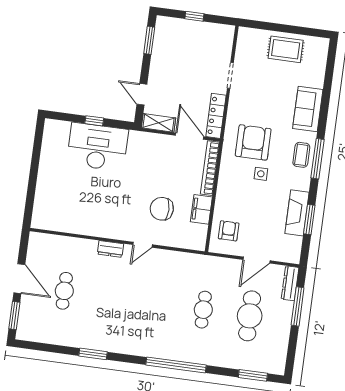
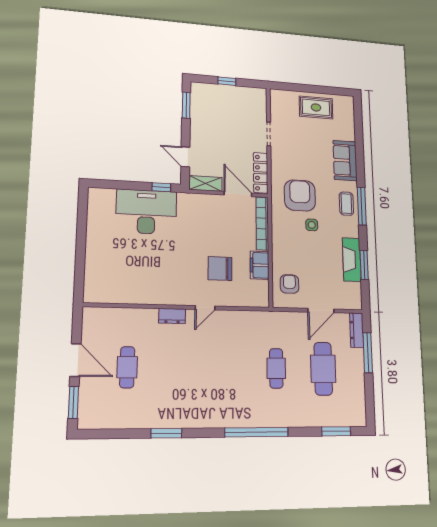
window: (94, 121) -> (161, 187), moved

